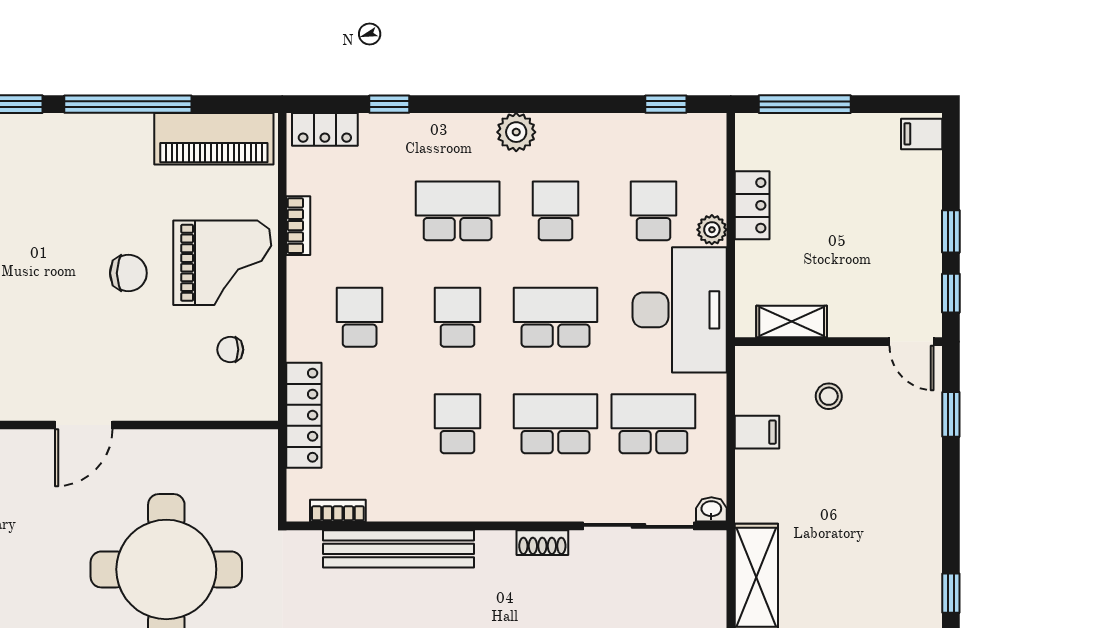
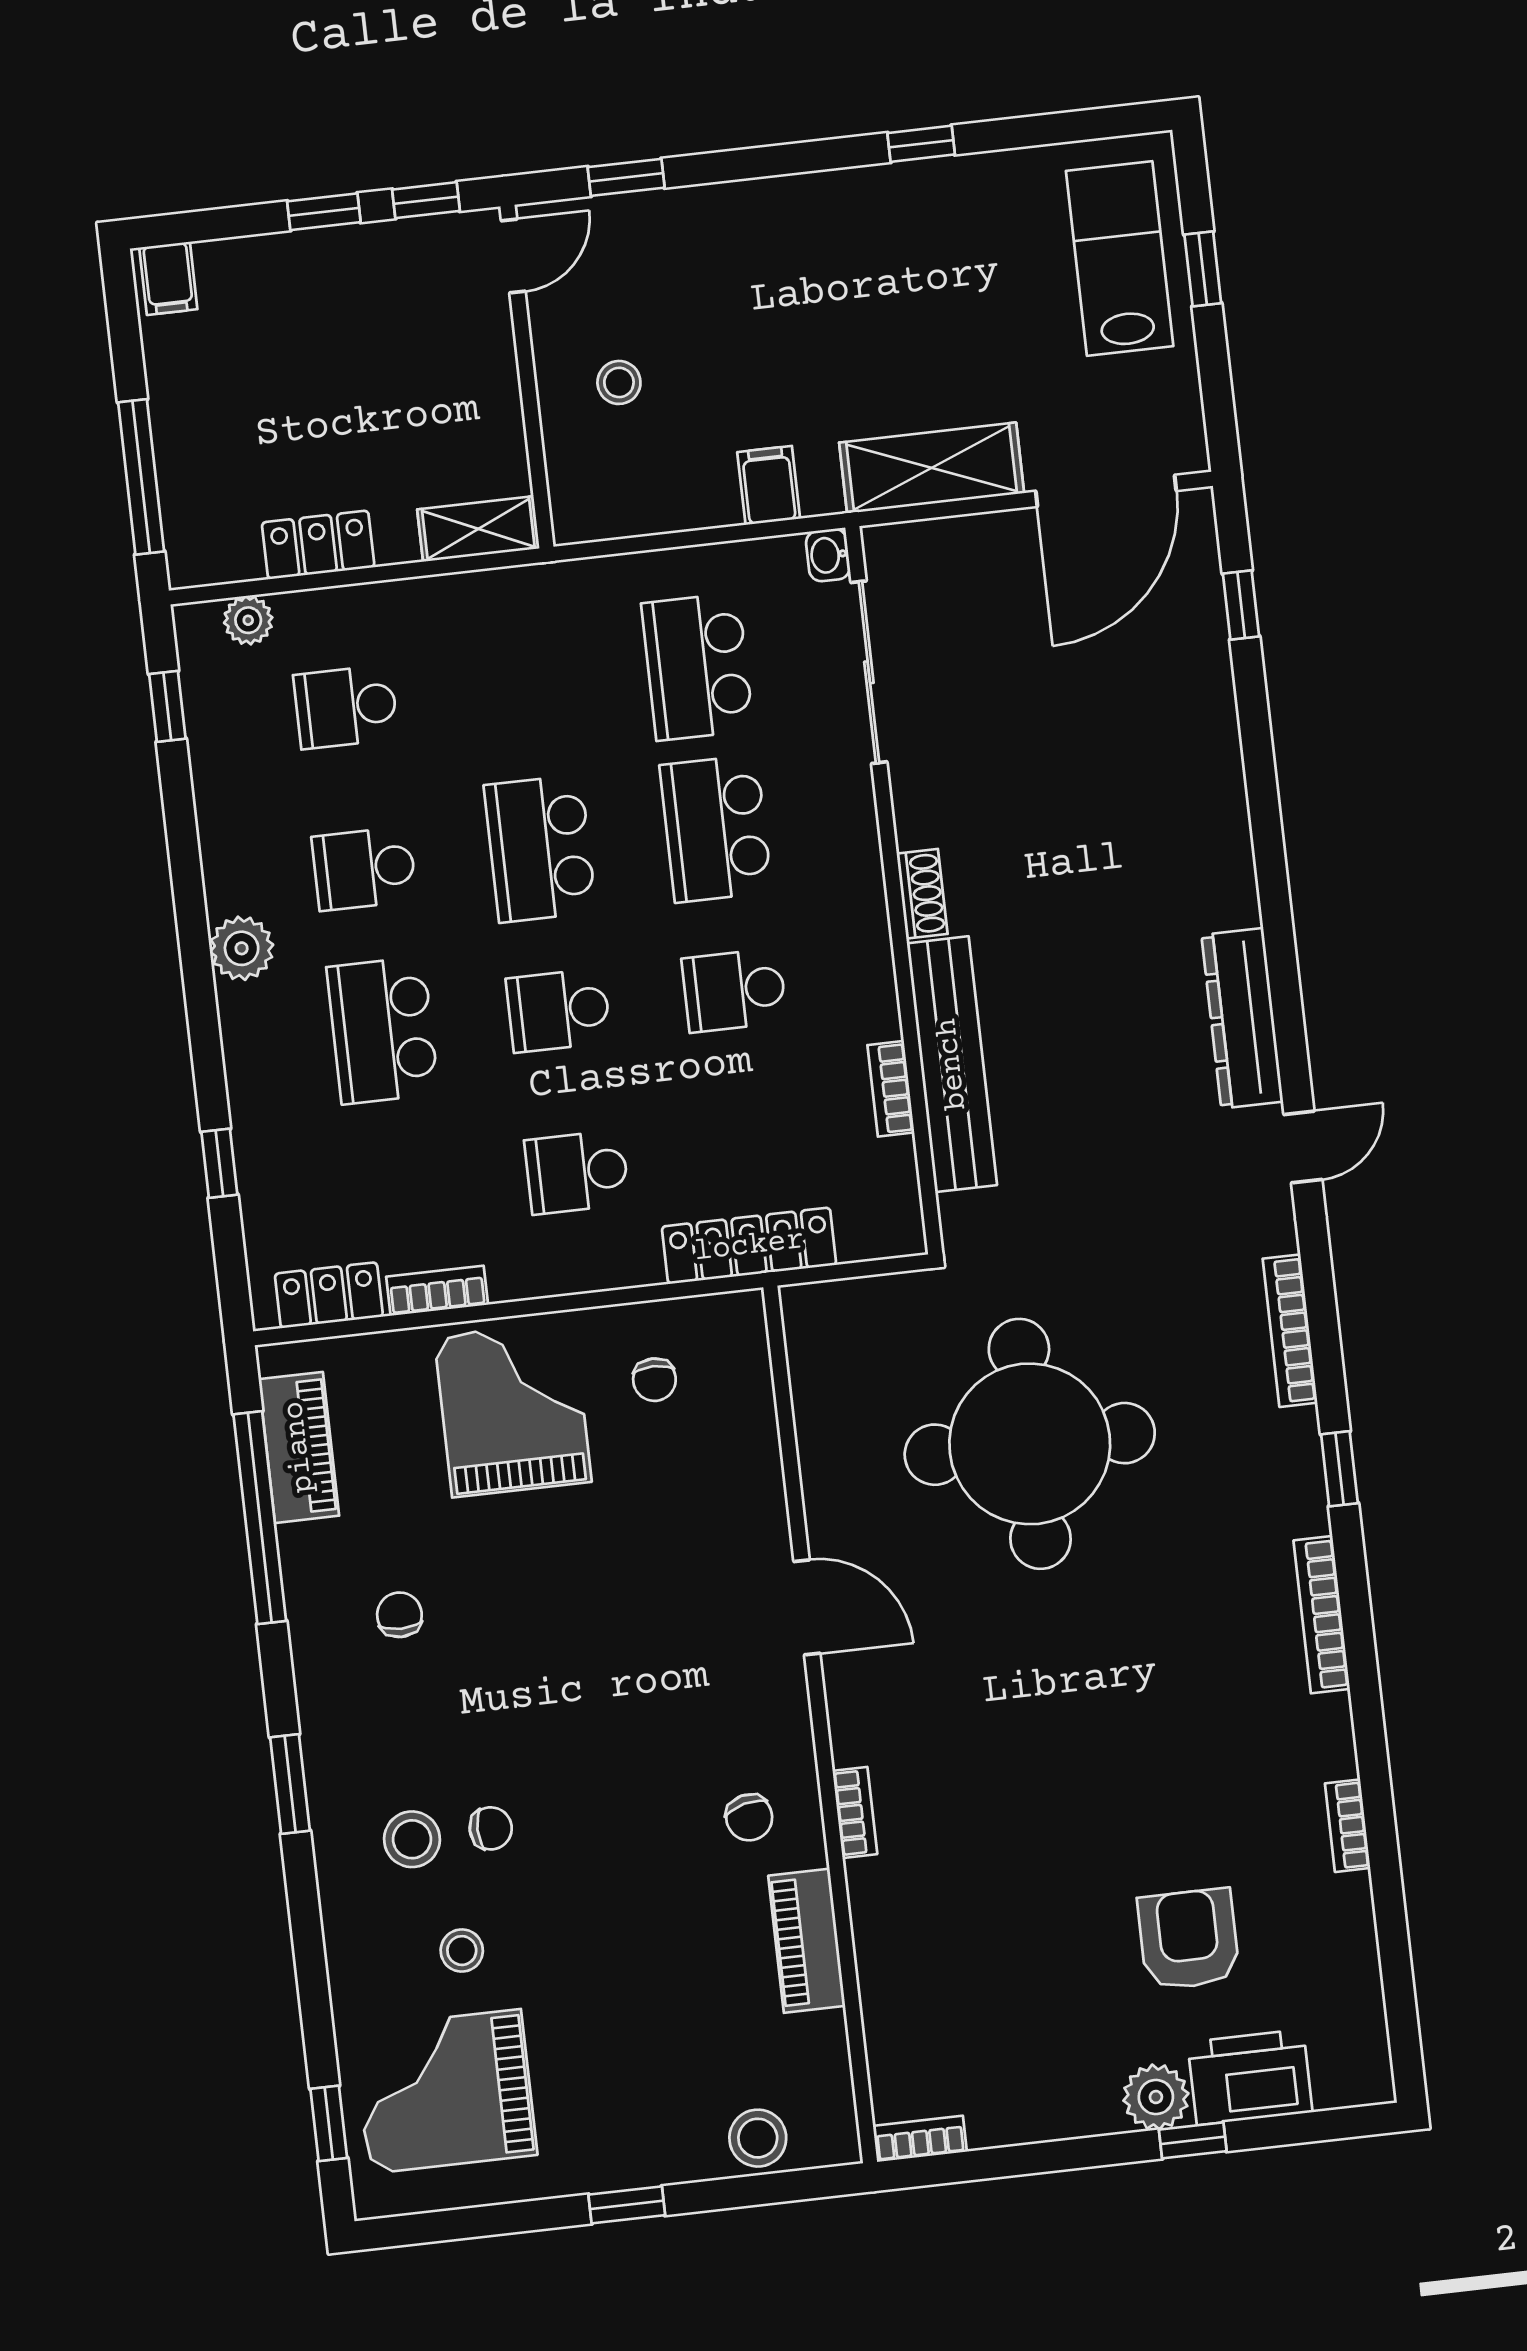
window: (128, 104) -> (260, 1518), moved
locker: (325, 129) -> (329, 1295), moved, turned -90
piano: (214, 139) -> (299, 1447), width x0.73, depth x0.75
plant: (712, 230) -> (248, 620), moved
chair: (128, 273) -> (399, 1615), moved, width x0.73, depth x0.73
desk: (680, 310) -> (505, 645), removed
shelving: (792, 322) -> (478, 529), moved, turned 90
filing cabinet: (757, 432) -> (769, 485), moved
bookcase: (338, 511) -> (891, 1089), moved
shoe rack: (542, 543) -> (922, 894), moved

